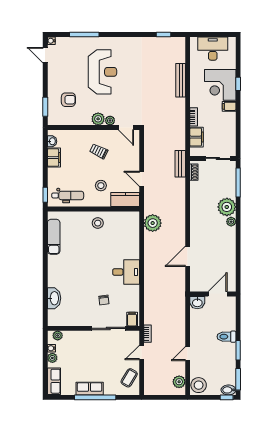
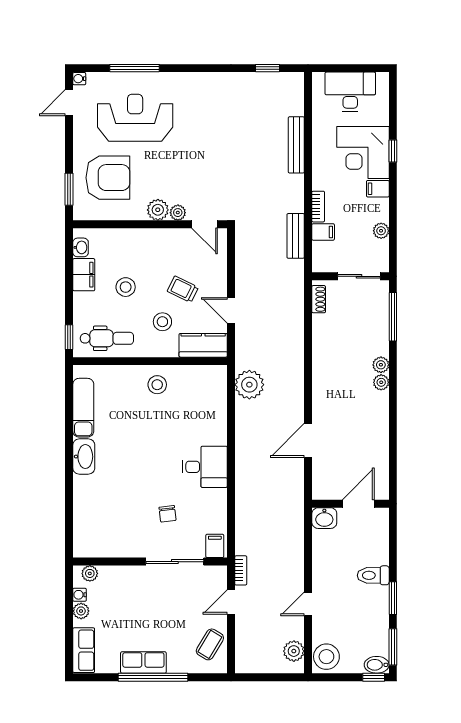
door: (45, 55) -> (69, 103), hinge flipped
reception desk: (102, 72) -> (135, 118), moved, turned -90
armchair: (68, 100) -> (108, 178), width x1.88, depth x1.88
plant: (231, 131) -> (381, 231), added
filing cabinet: (197, 137) -> (323, 232), width x0.50
trolley: (99, 151) -> (183, 289), moved
bench: (180, 164) -> (296, 236), moved
stool: (79, 165) -> (126, 287), added
plant: (227, 207) -> (381, 365), width x0.53, depth x0.53
washbasin: (54, 298) -> (84, 457), moved

